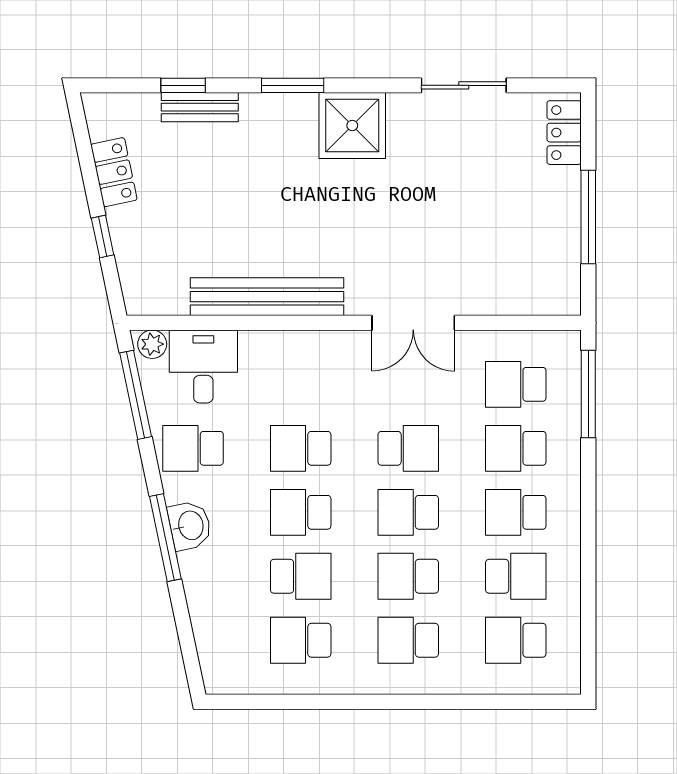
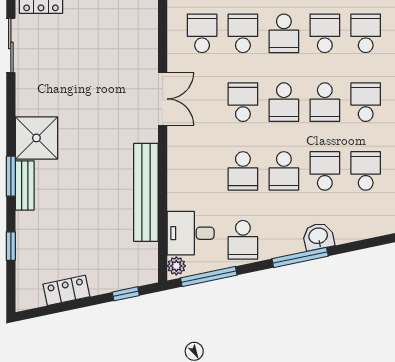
sliding door: (464, 85) -> (11, 45), moved
bench: (200, 107) -> (25, 185), moved
window: (103, 237) -> (126, 294), moved
school desk: (516, 384) -> (202, 33), turned 180
school desk: (516, 448) -> (243, 33), turned 180
washbasin: (190, 526) -> (318, 236), moved
school desk: (301, 640) -> (366, 171), turned 180
school desk: (408, 640) -> (366, 102), turned 180
school desk: (516, 640) -> (366, 33), turned 180

